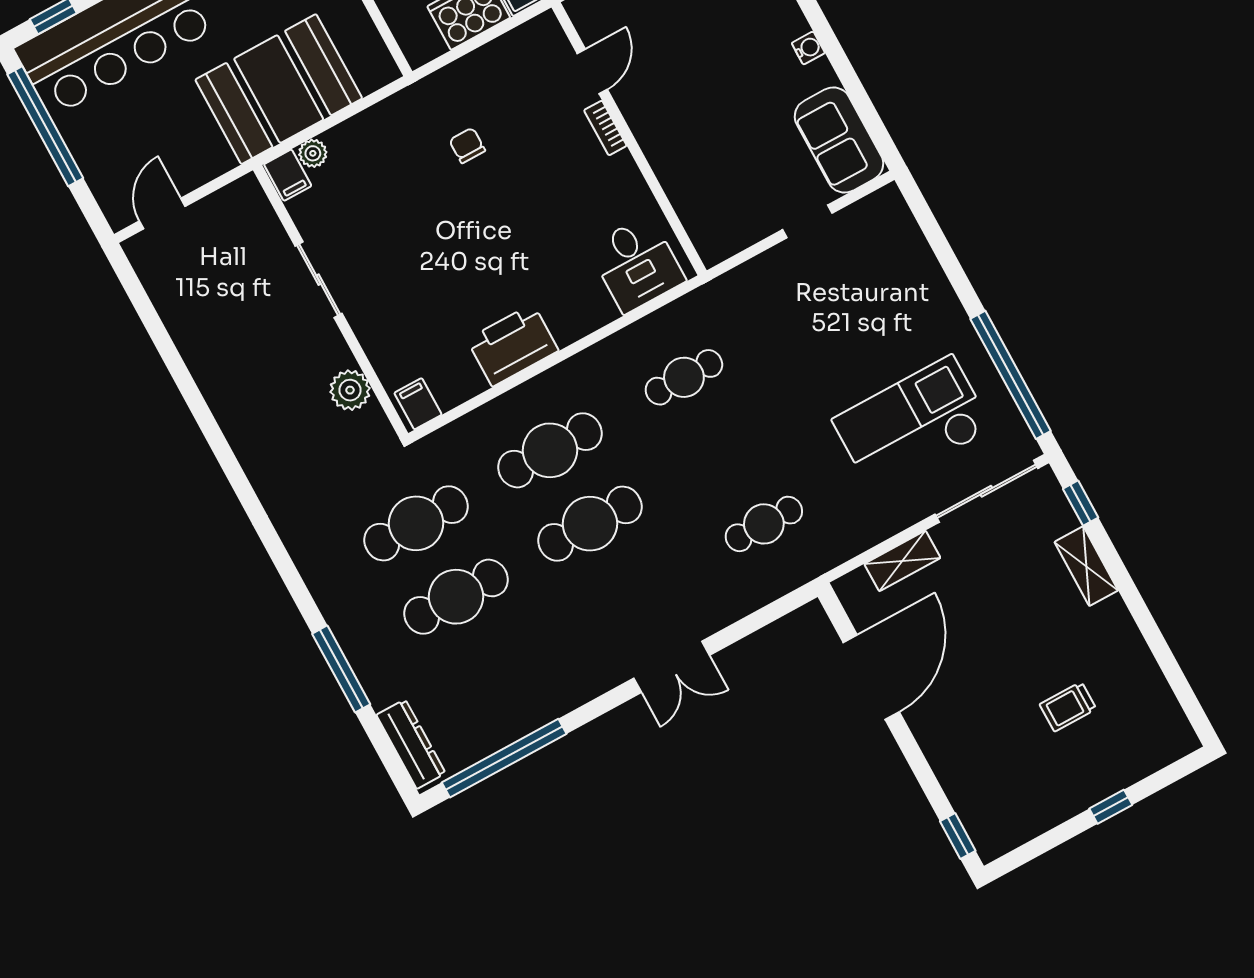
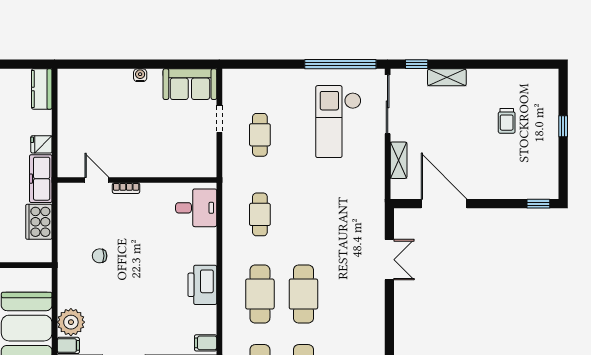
plant: (313, 153) -> (71, 322), width x1.87, depth x1.87
cafe table: (764, 524) -> (260, 135), moved
double door: (672, 667) -> (389, 260), moved

